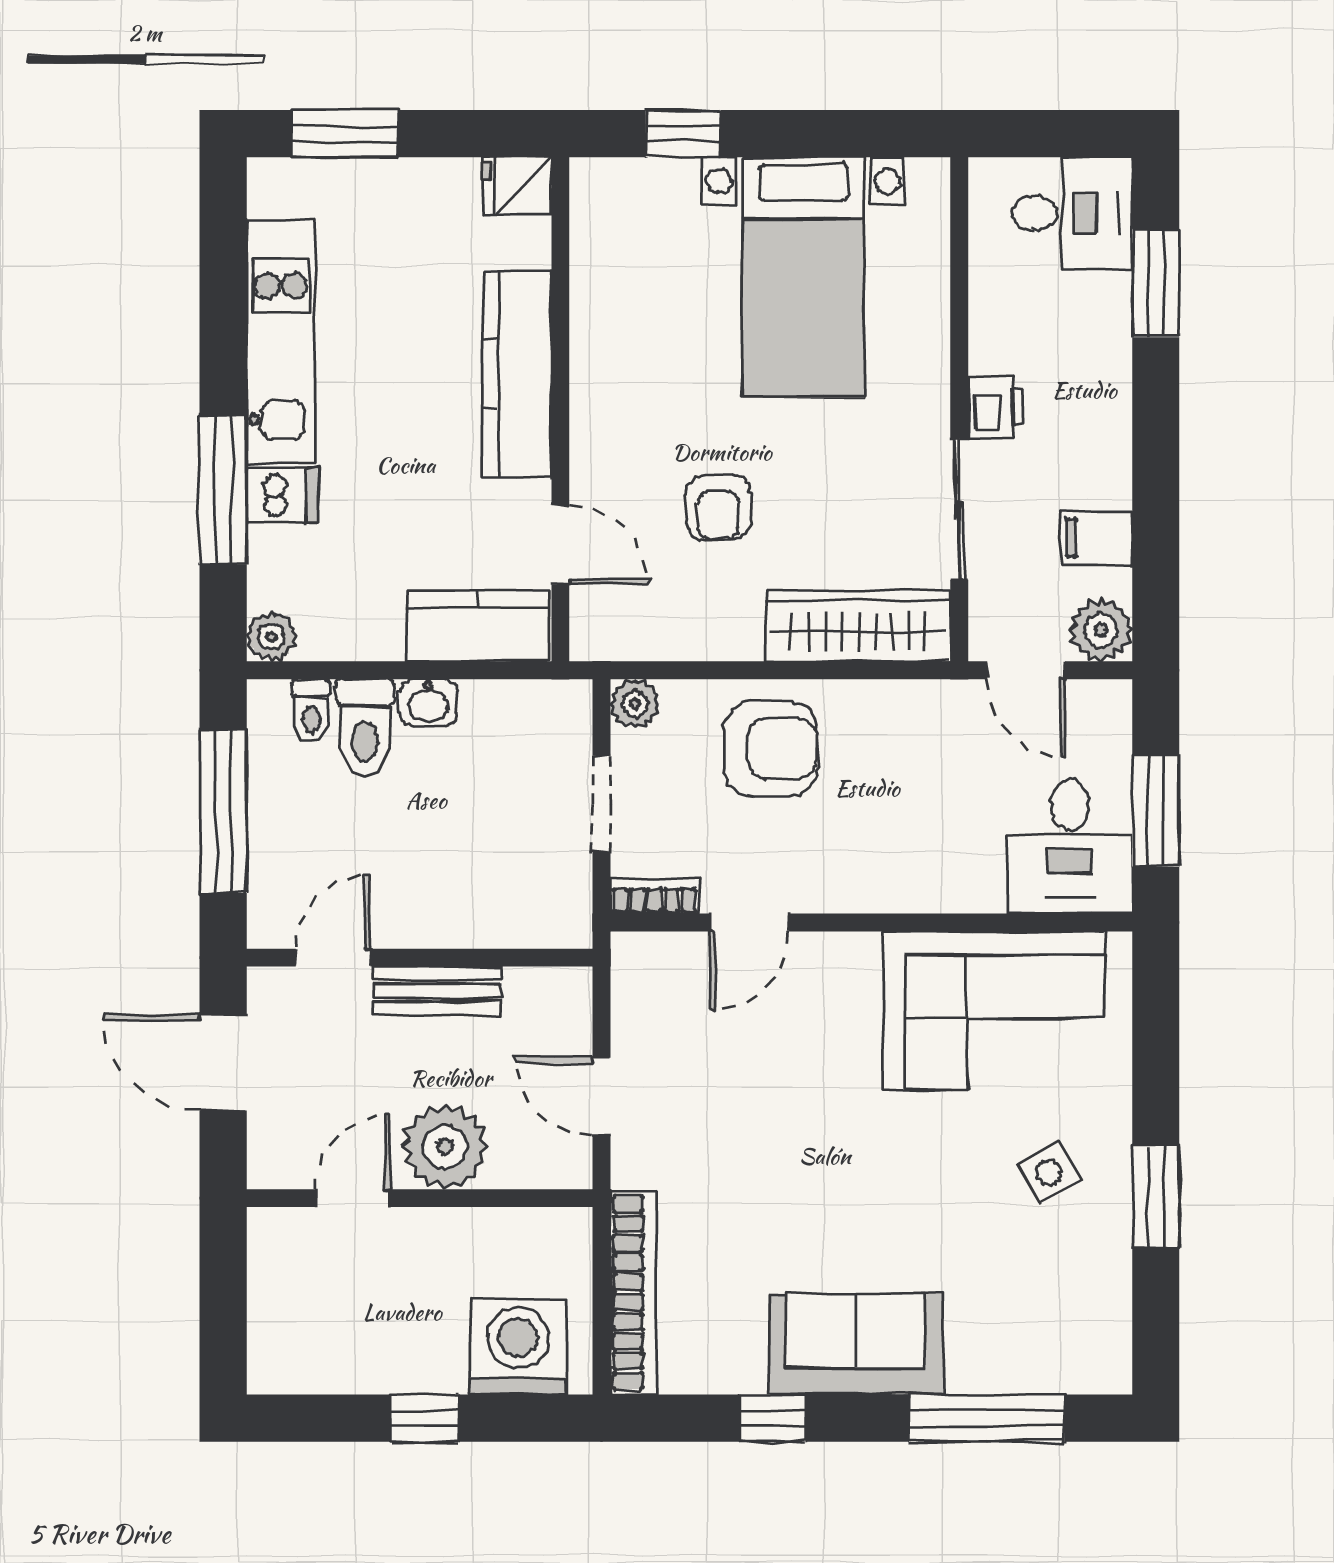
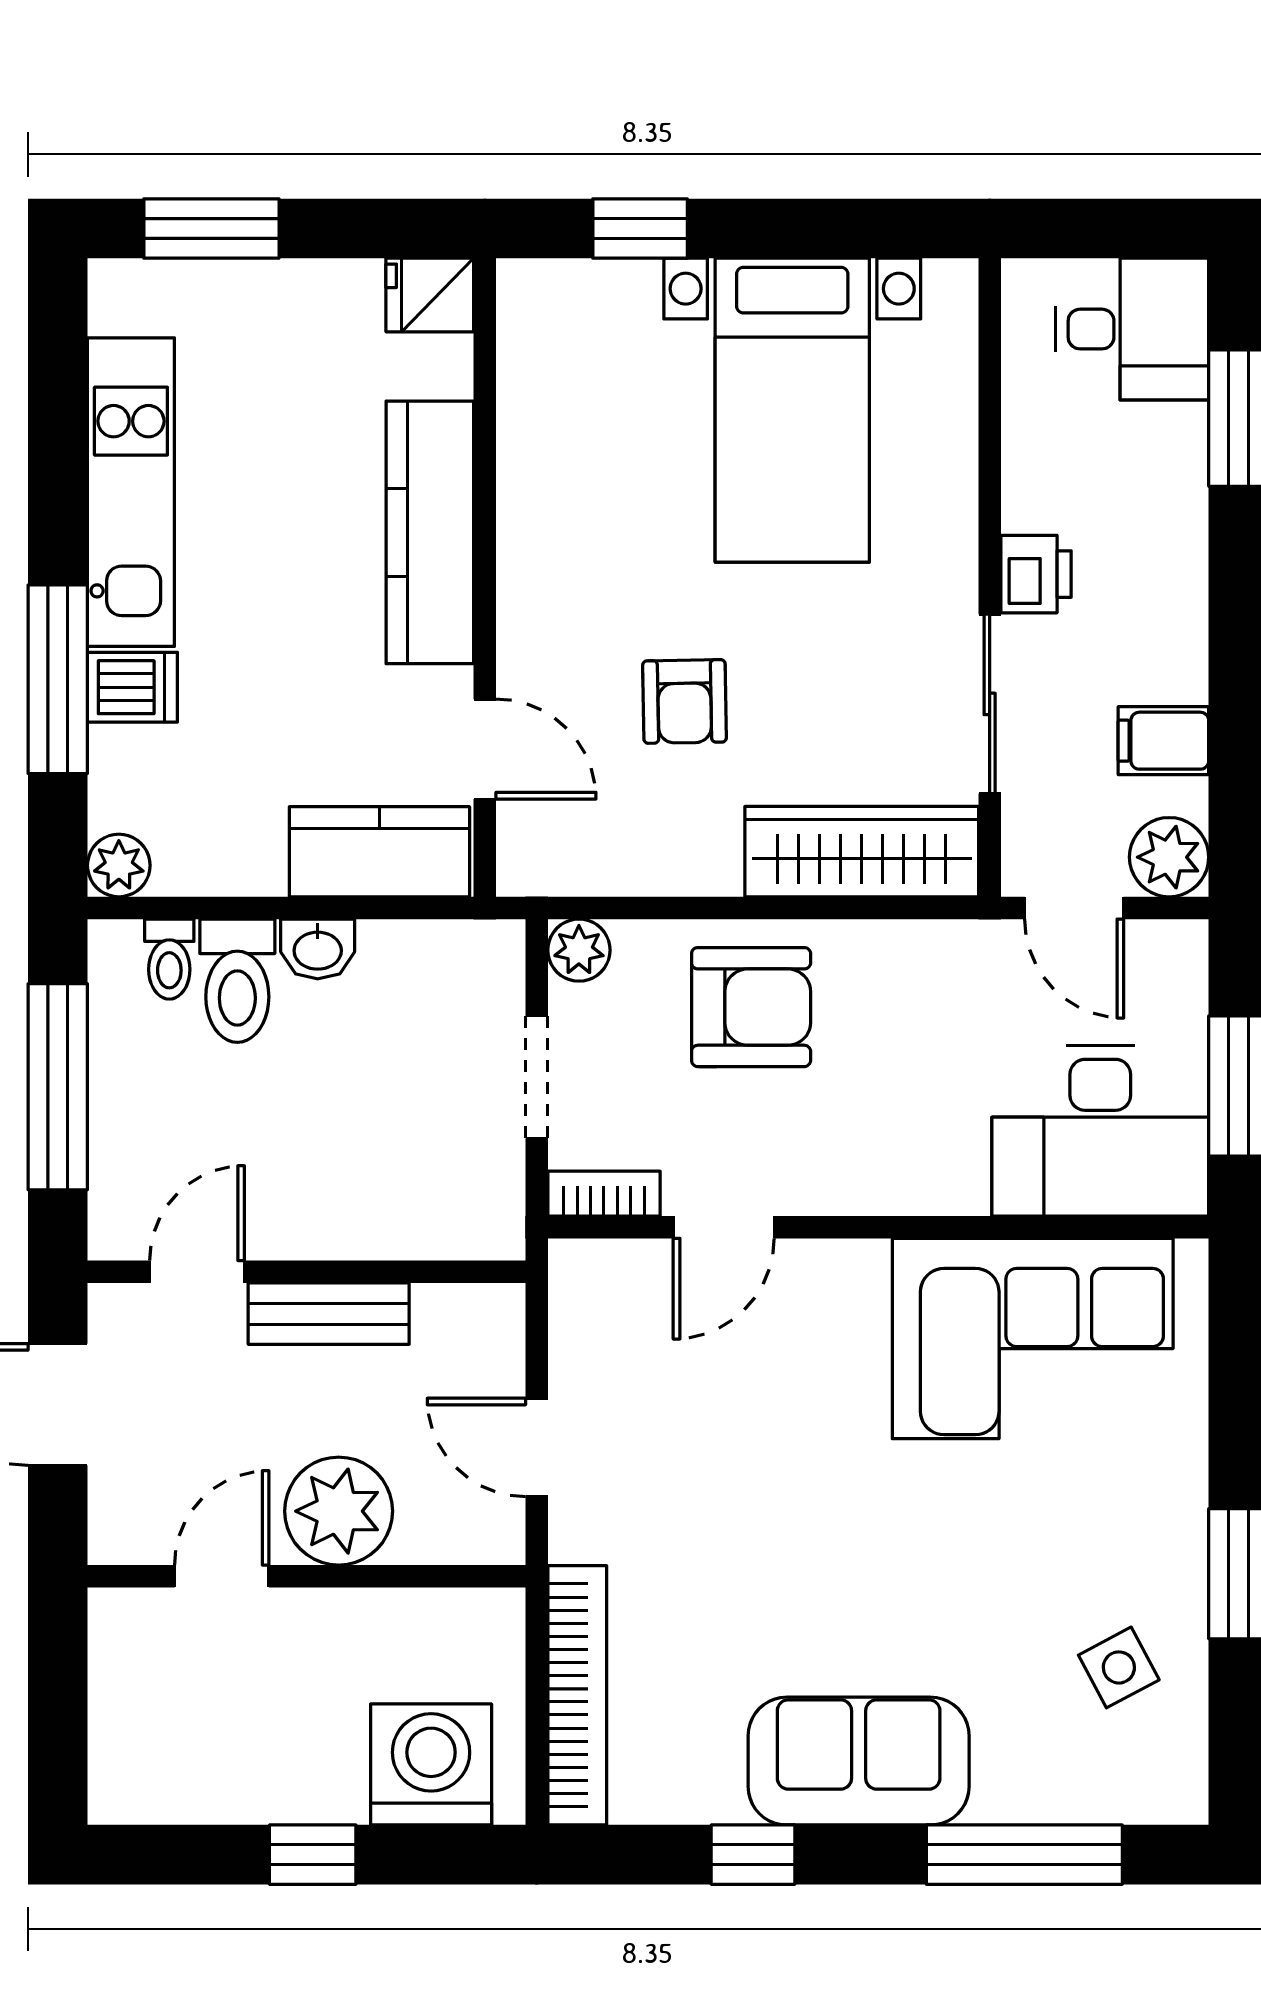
desk: (1070, 846) -> (1100, 1131), width x1.37
side table: (1049, 1173) -> (1119, 1667), moved

